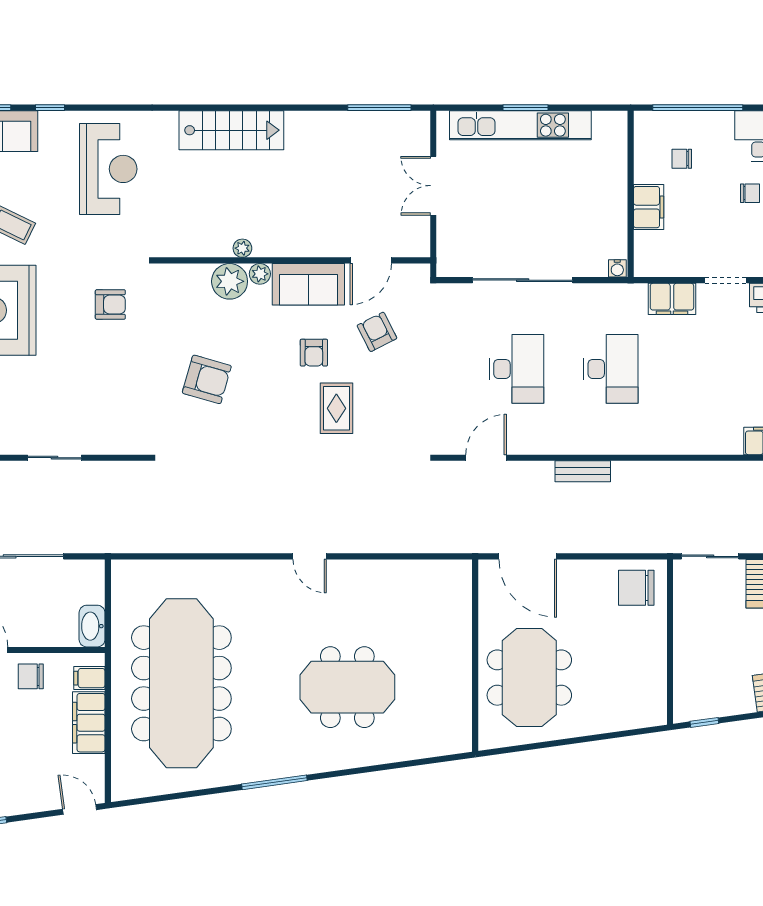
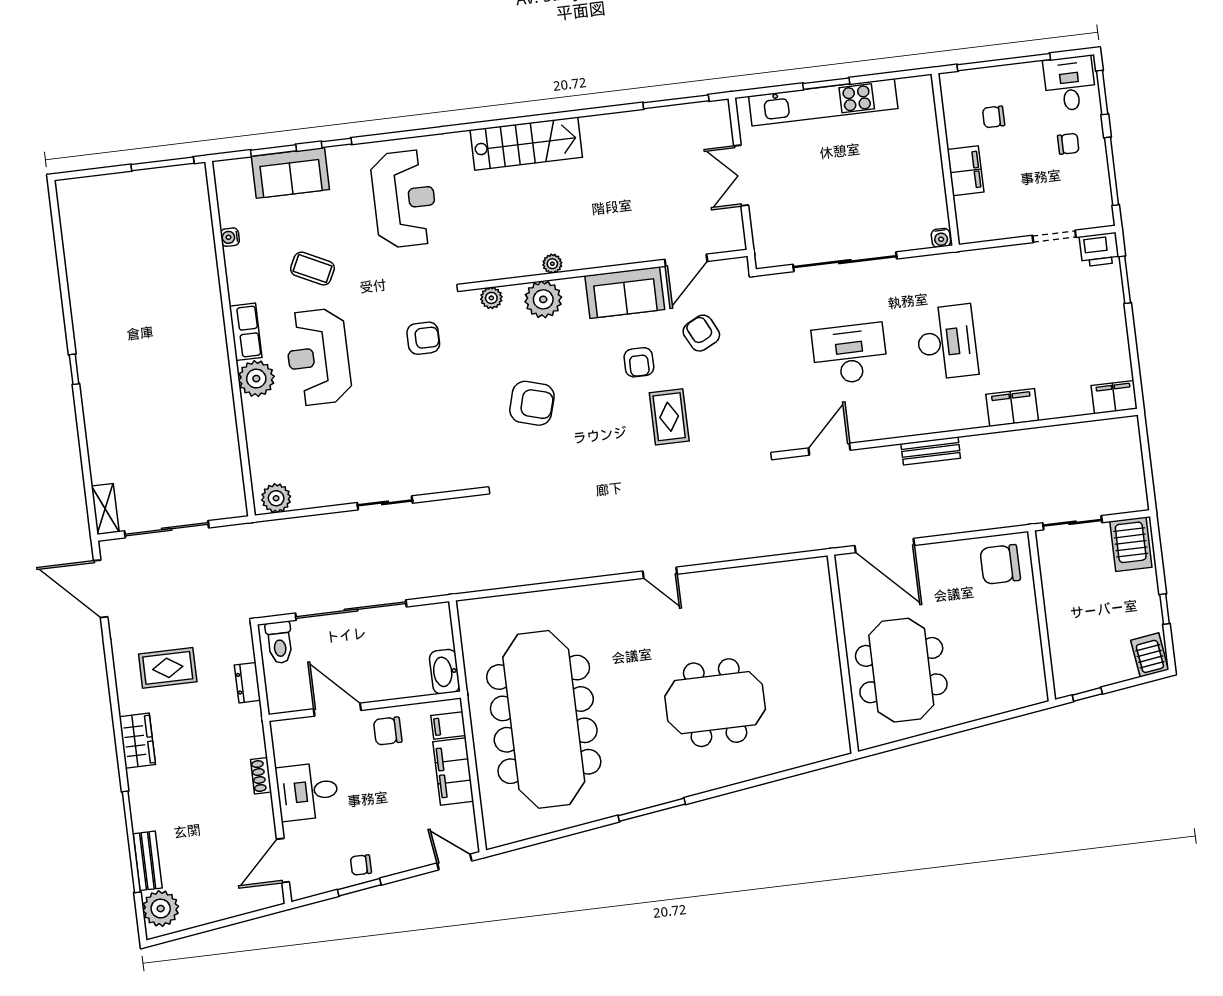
plant: (260, 274) -> (491, 298), moved
filing cabinet: (672, 299) -> (1012, 407), moved, turned 180
desk: (517, 369) -> (850, 354), turned -90

